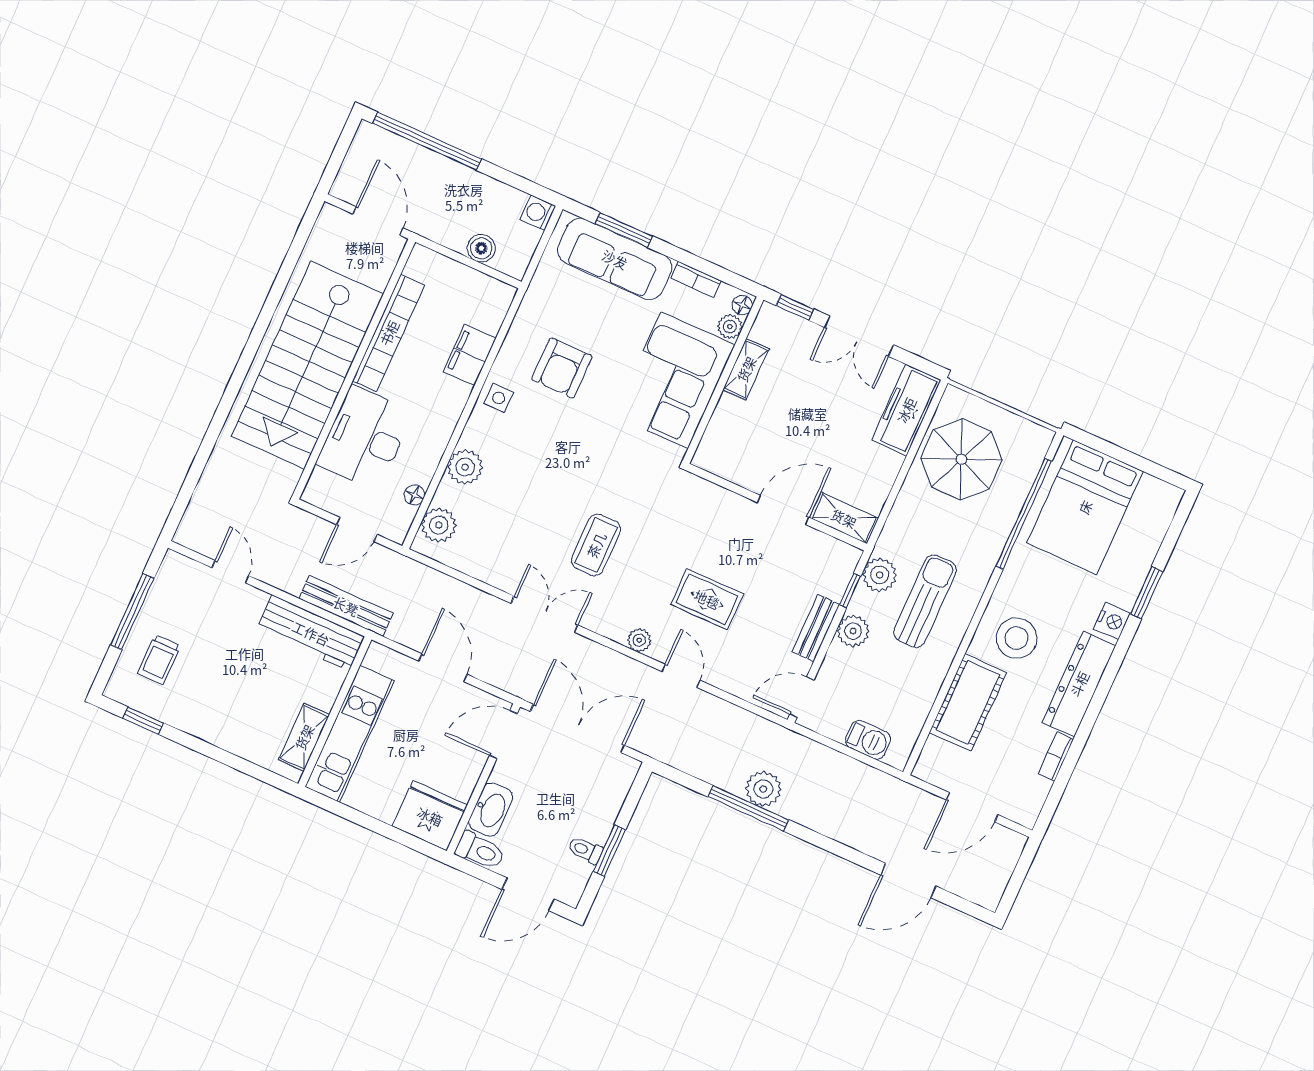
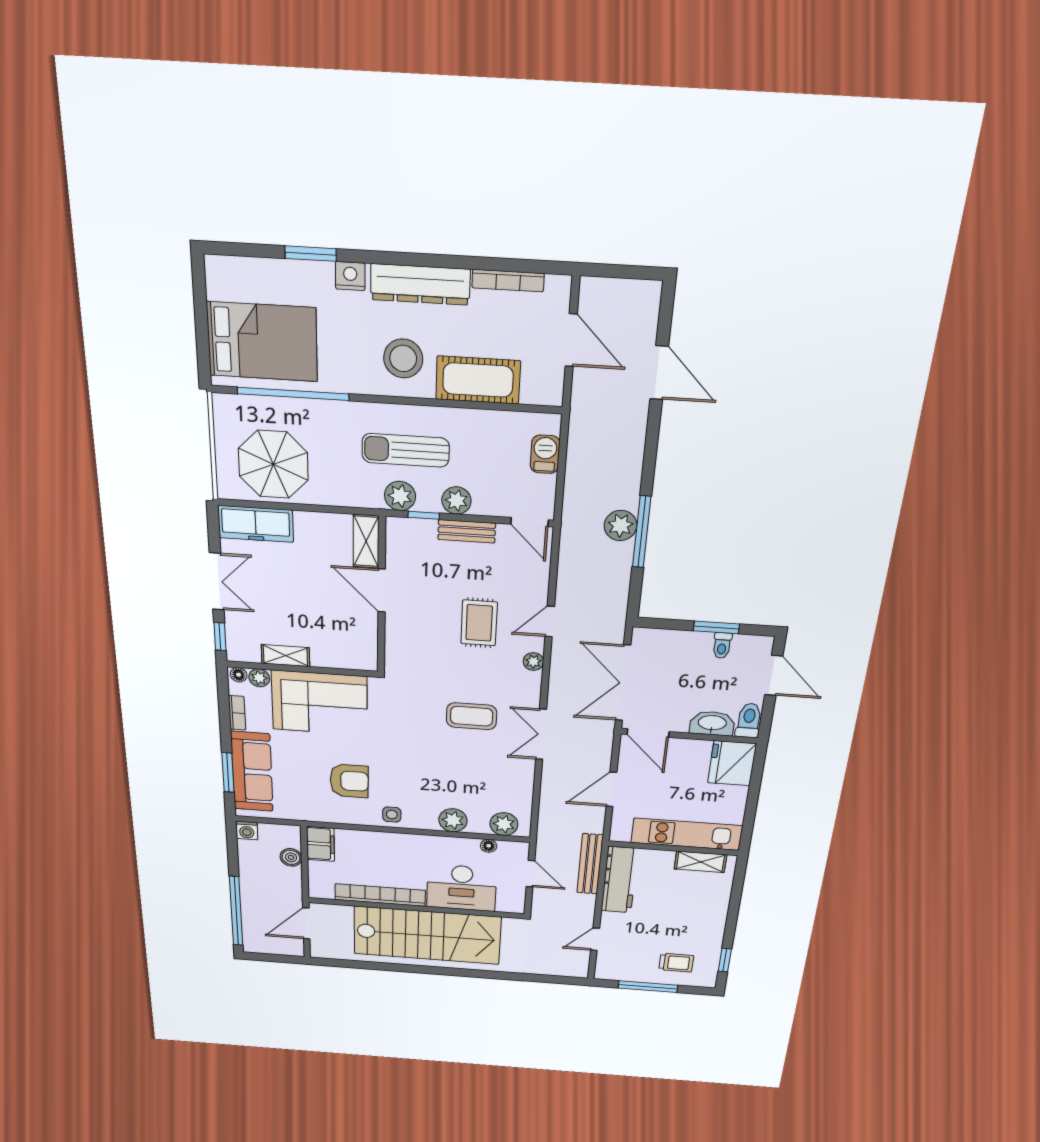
filing cabinet: (470, 355) -> (321, 844), moved, turned -90
bookcase: (1056, 757) -> (508, 281), width x1.56

